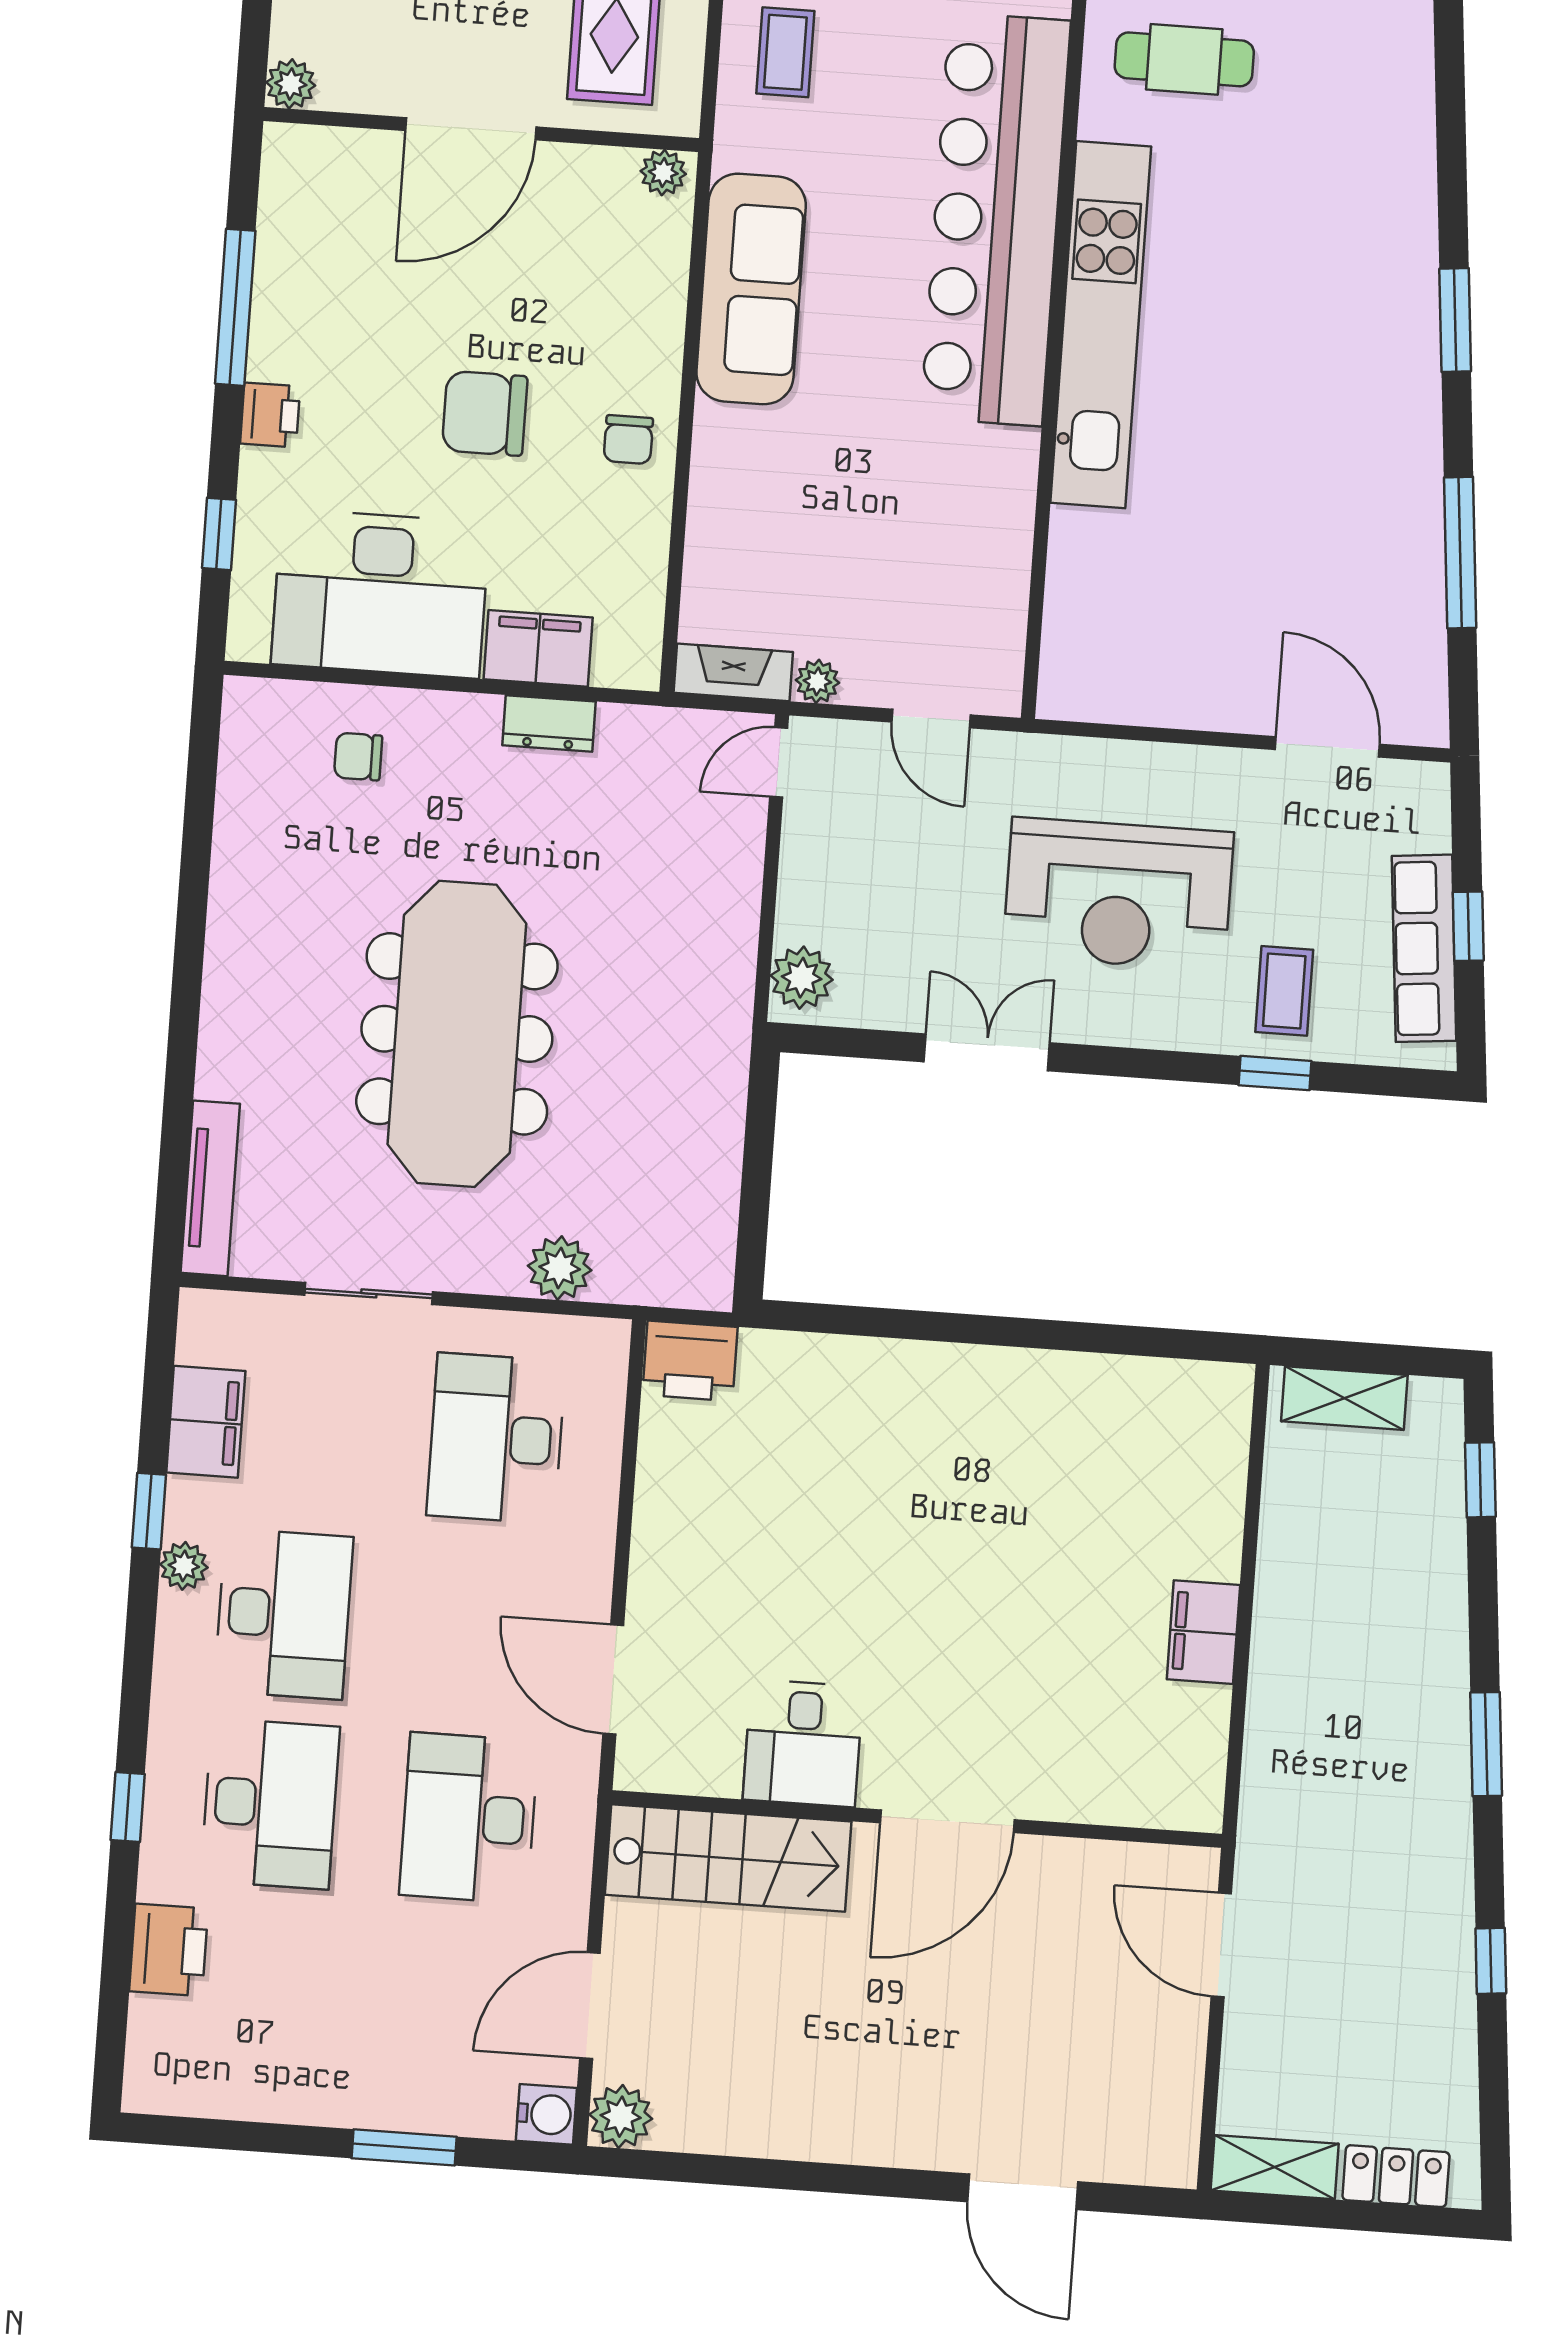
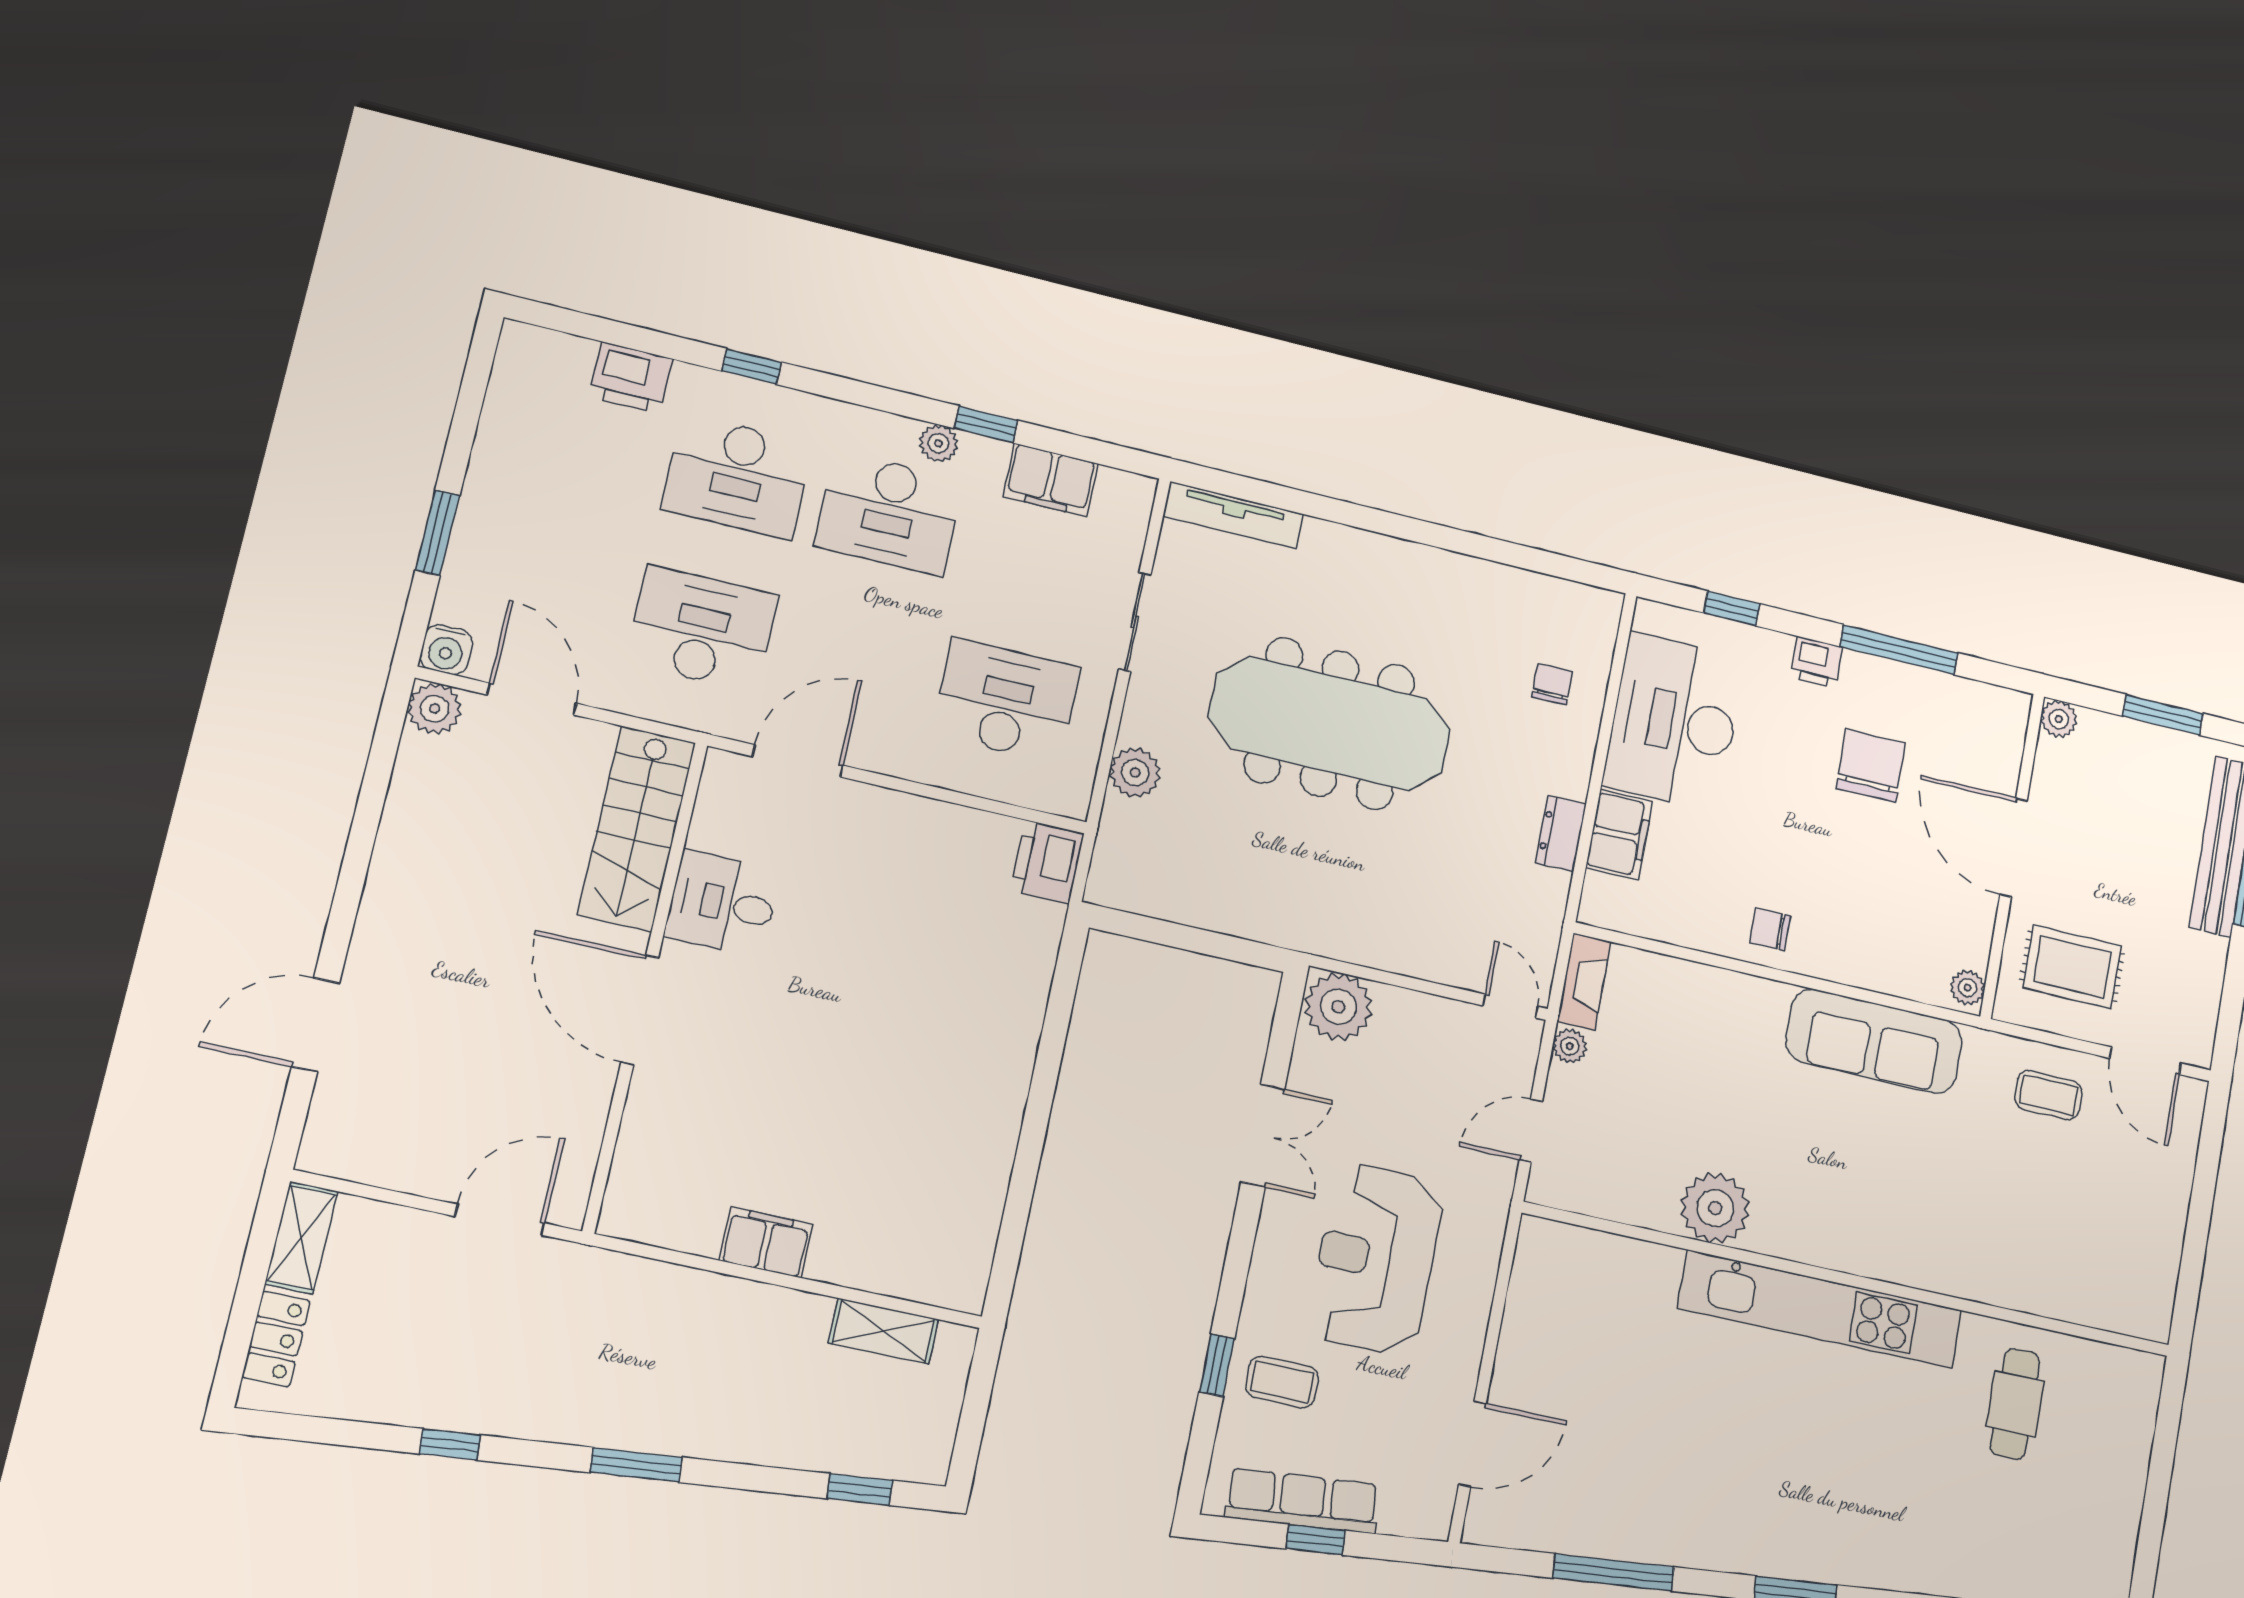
bar counter: (996, 219) -> (1908, 1238), removed
chair: (485, 413) -> (1871, 766), moved
plant: (993, 473) -> (1715, 1208), added
plant: (802, 978) -> (1338, 1007), width x1.36, depth x1.36
shelving: (1344, 1398) -> (883, 1331), moved, turned 90

